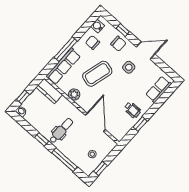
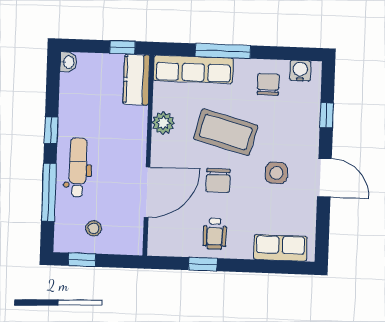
chair: (118, 44) -> (218, 180), moved
window: (23, 97) -> (123, 47), moved
dental chair: (61, 131) -> (78, 167), moved, turned -90

